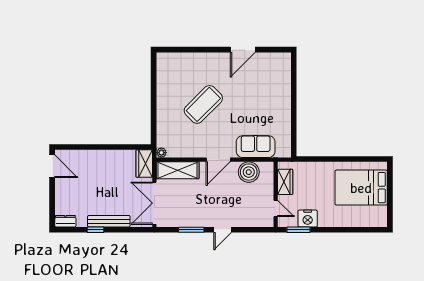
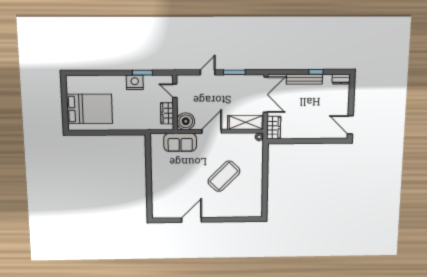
wardrobe: (285, 182) -> (167, 113), moved
wall: (276, 194) -> (175, 103), moved
door: (276, 208) -> (175, 91), moved

